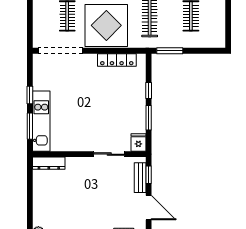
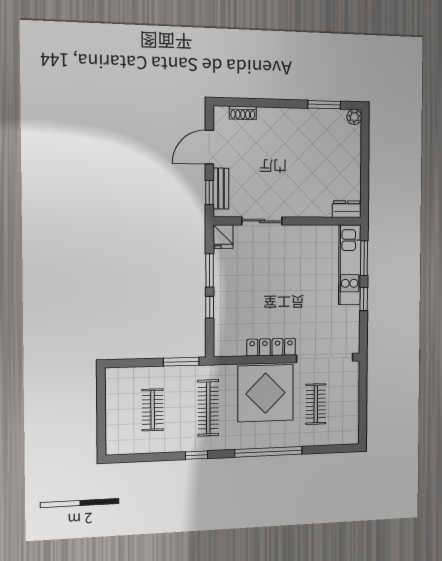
locker: (117, 60) -> (271, 347), moved
dresser: (49, 163) -> (347, 209), width x0.70
door: (149, 208) -> (209, 147), hinge flipped

